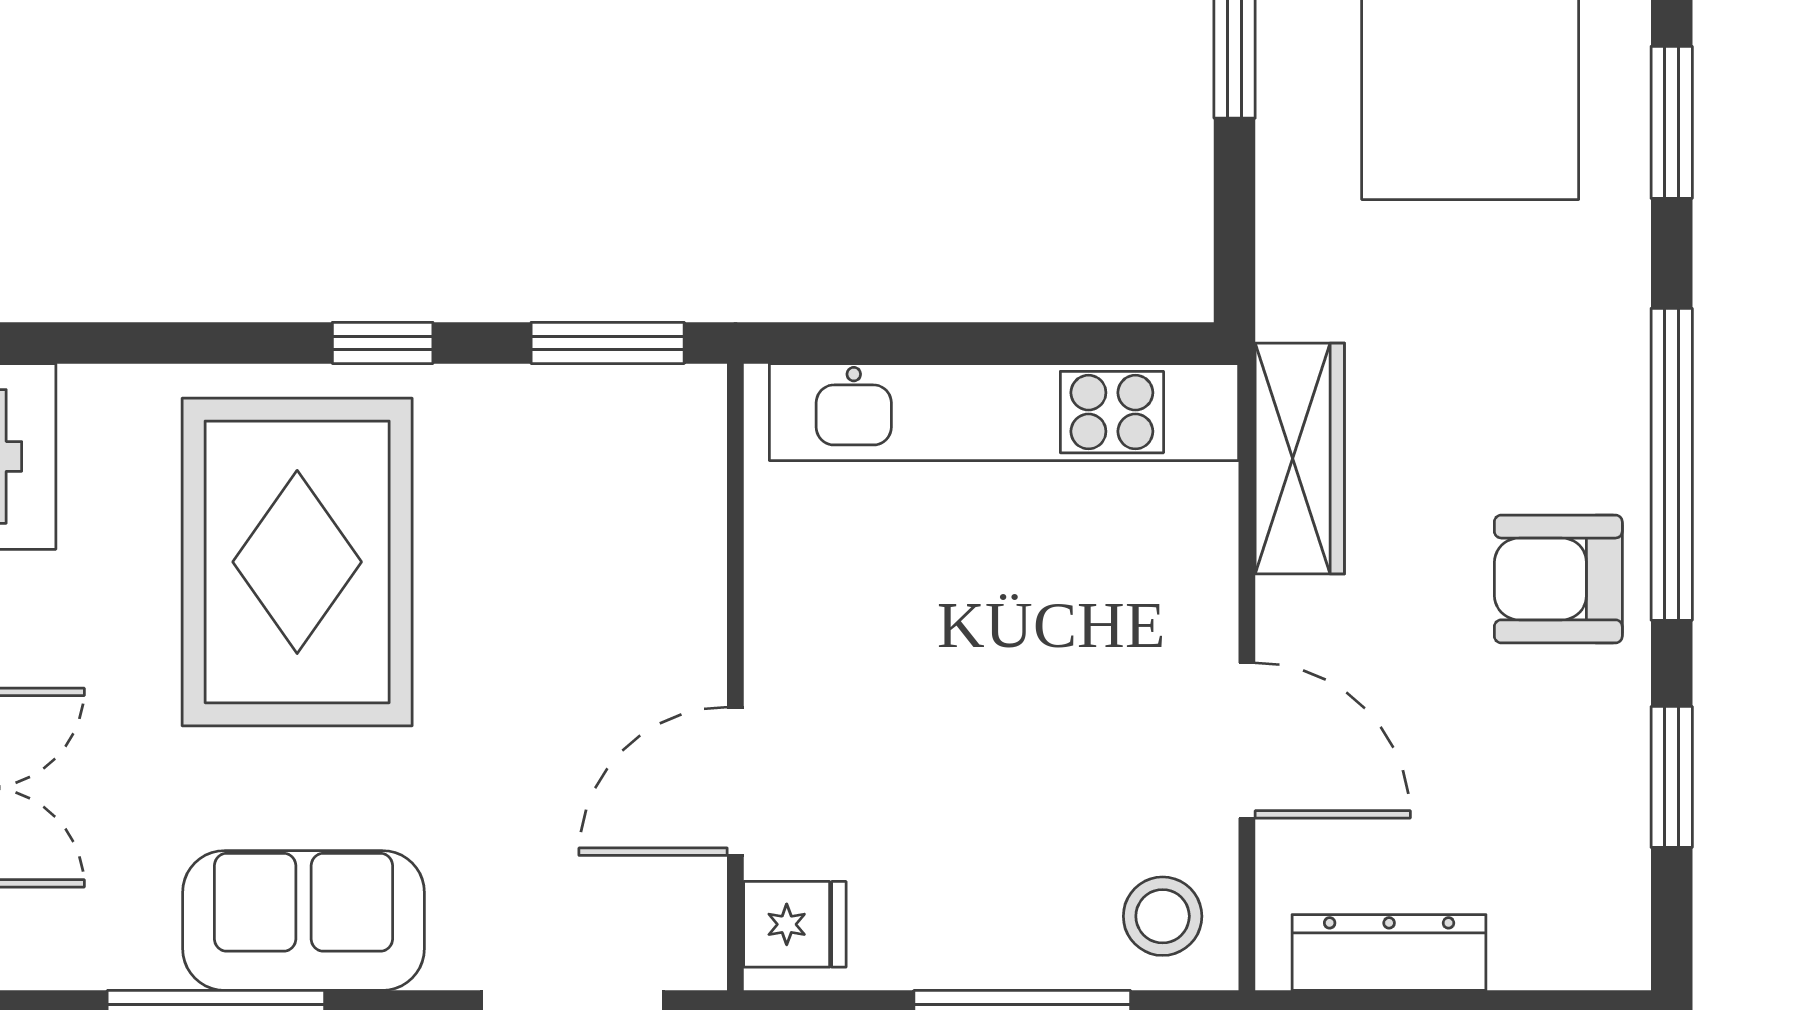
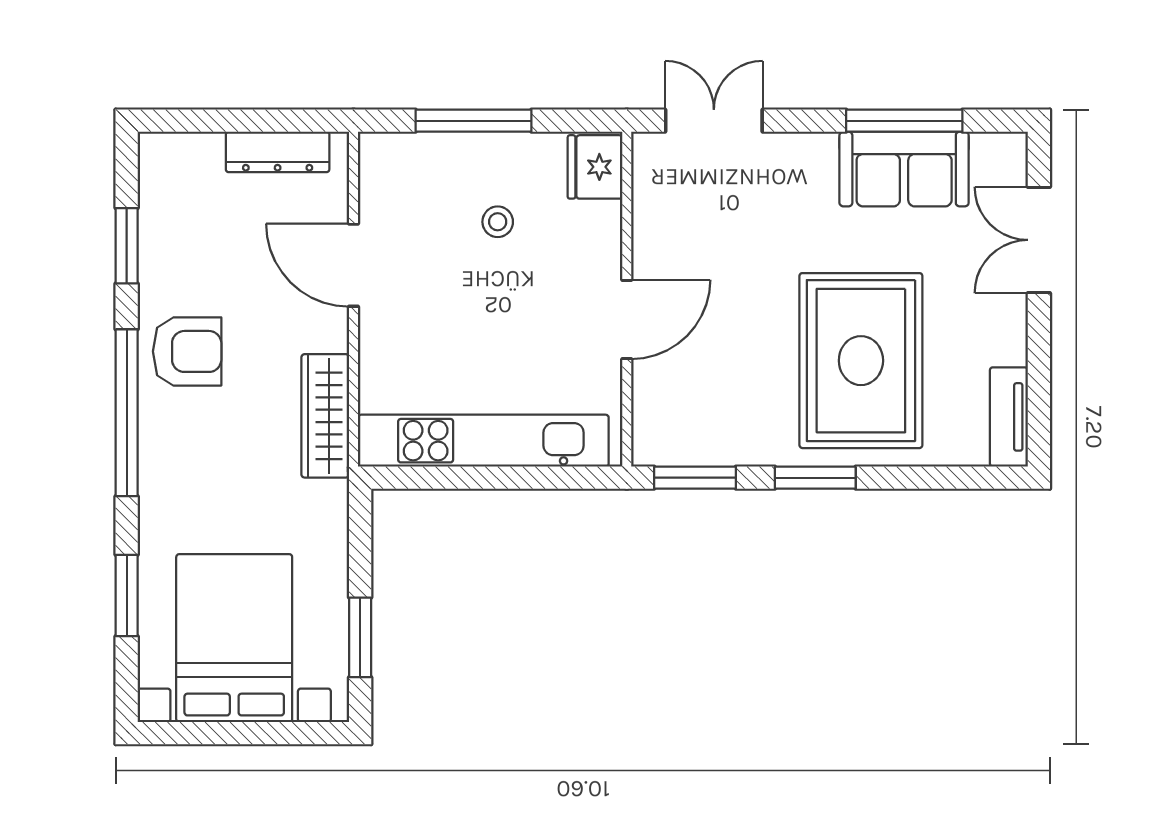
window: (383, 343) -> (815, 478), width x1.50
door: (735, 781) -> (627, 319), moved
stool: (1163, 916) -> (498, 222), moved, width x0.73, depth x0.73
sofa: (303, 920) -> (904, 169), moved
fridge: (795, 924) -> (595, 167), width x1.38

